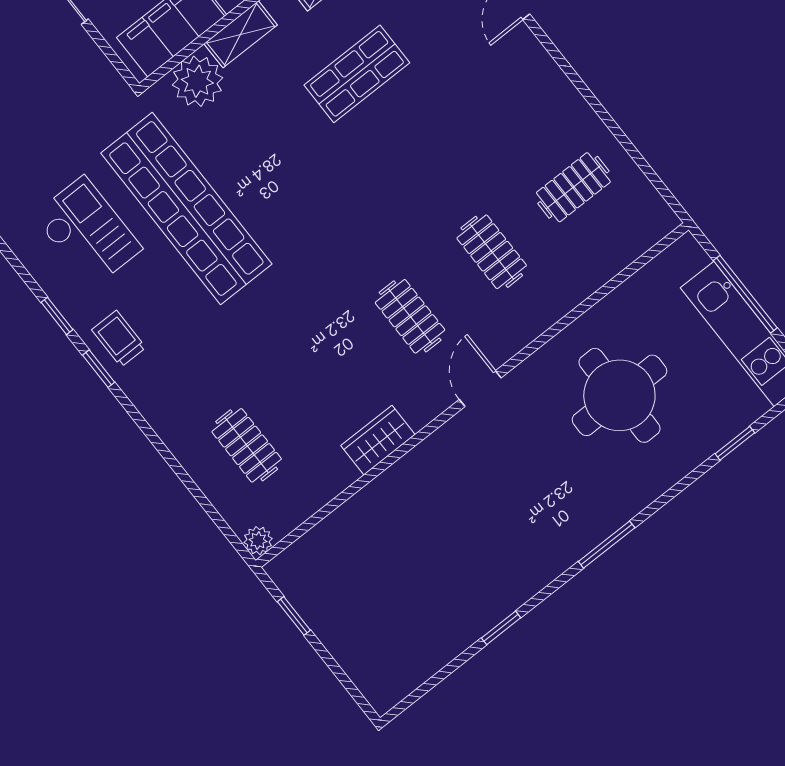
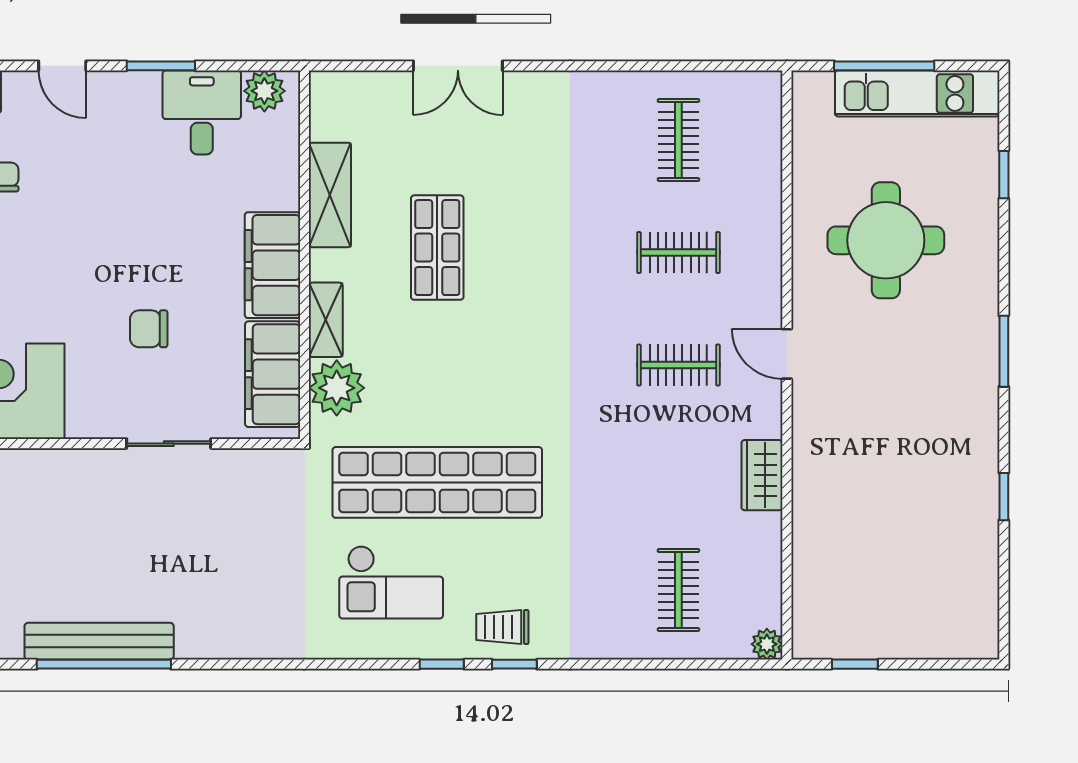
checkout: (88, 232) -> (391, 582), turned 180
clothes rail: (247, 445) -> (678, 590), turned 90

